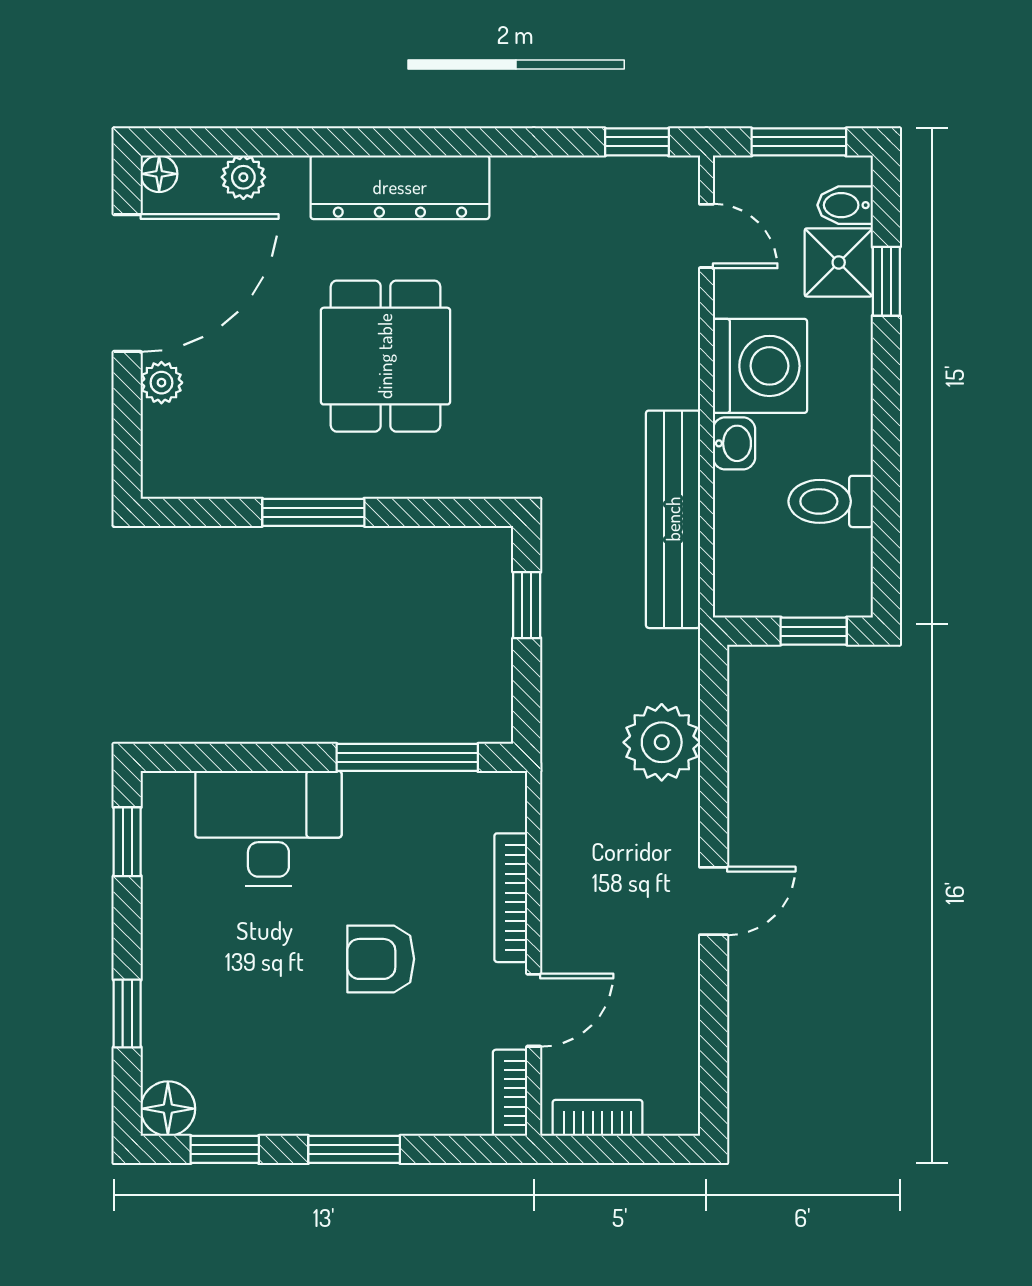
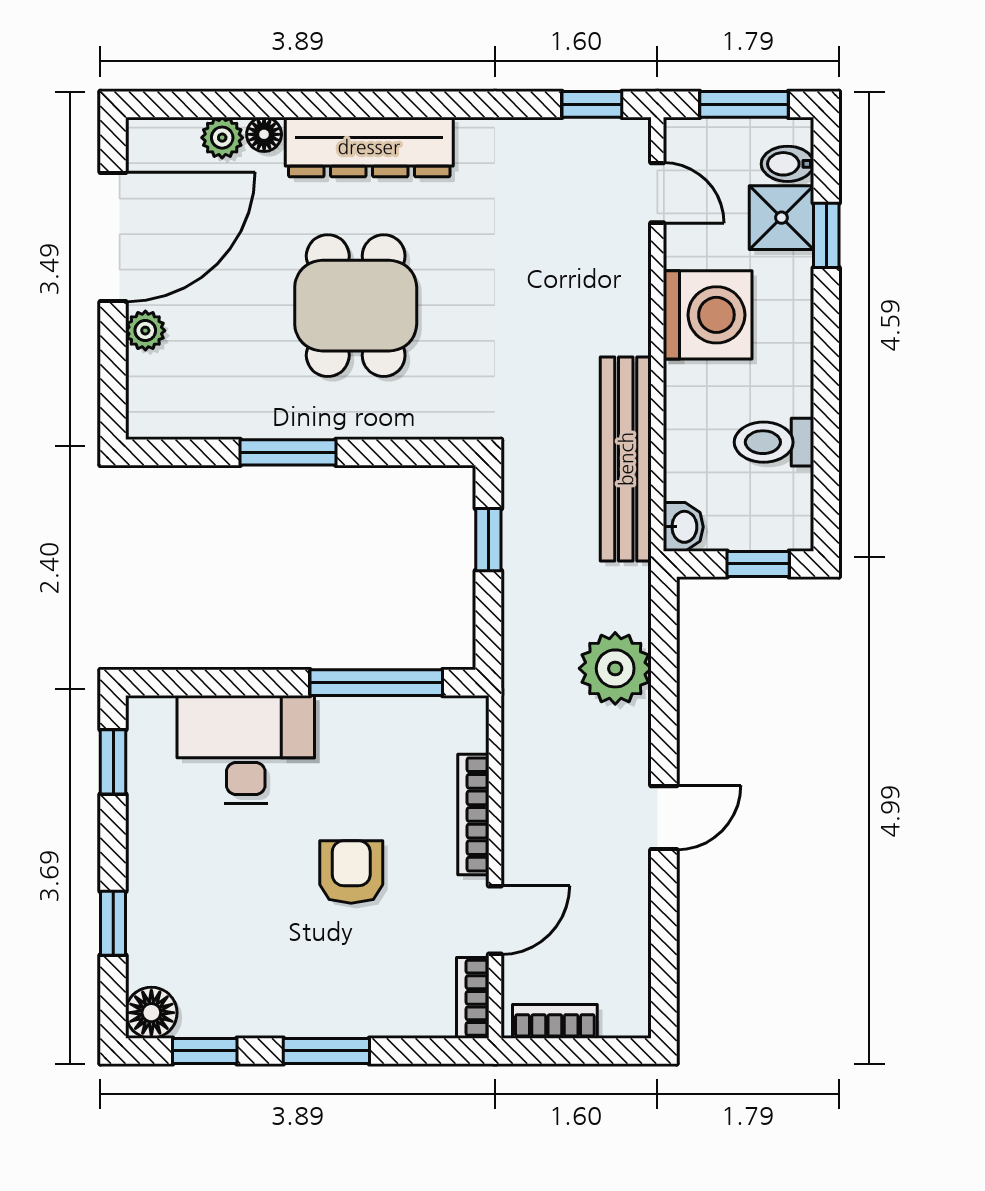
floor lamp: (159, 174) -> (264, 134), moved
washbasin: (734, 443) -> (683, 527), moved
armchair: (381, 959) -> (351, 872), turned 90

